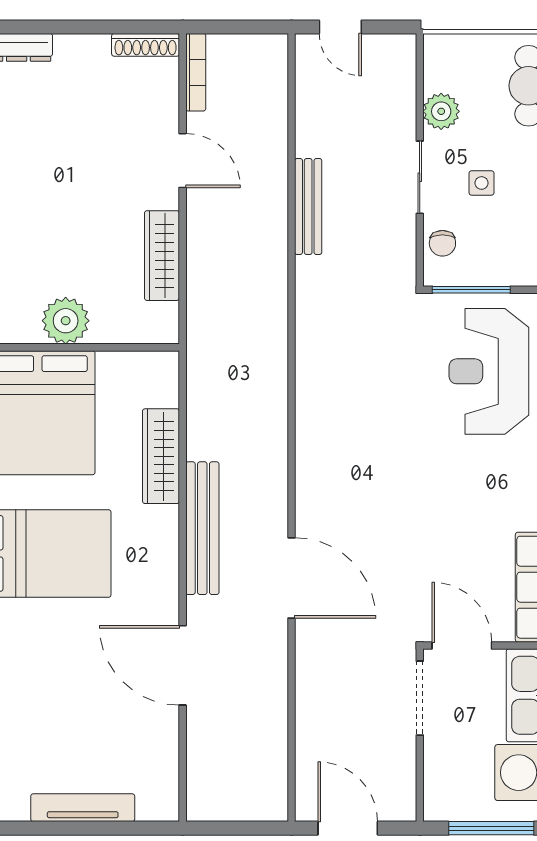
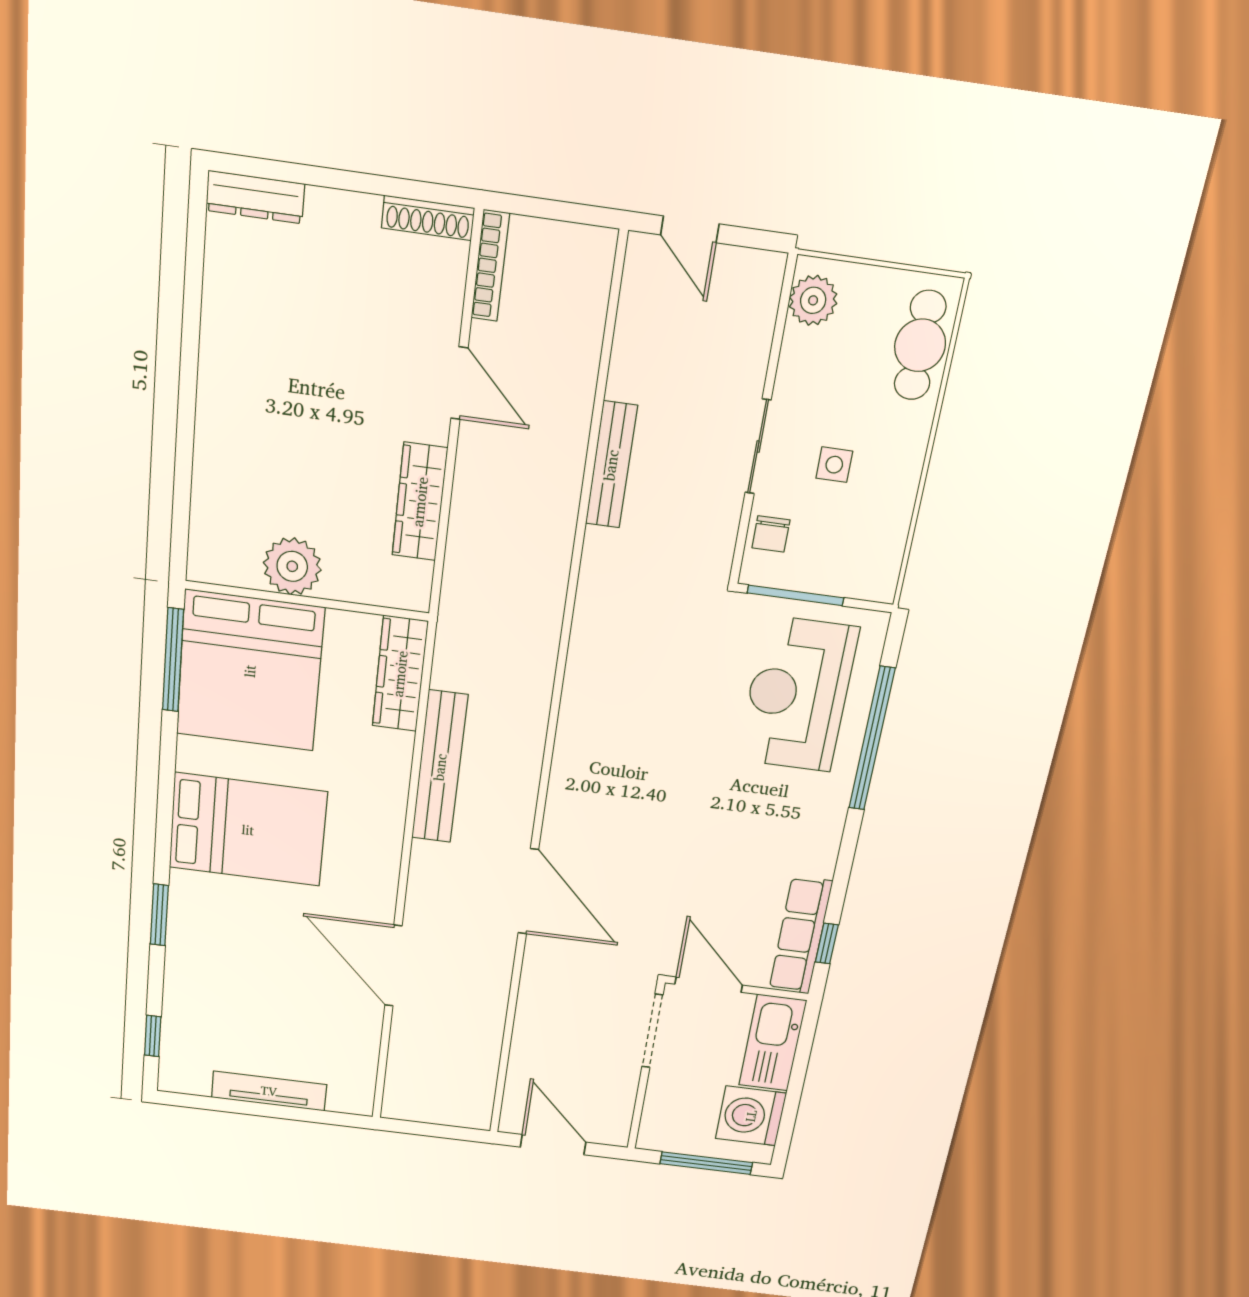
plant: (441, 111) -> (813, 300), moved
wardrobe: (161, 456) -> (400, 674), moved
bench: (202, 528) -> (440, 767), moved

